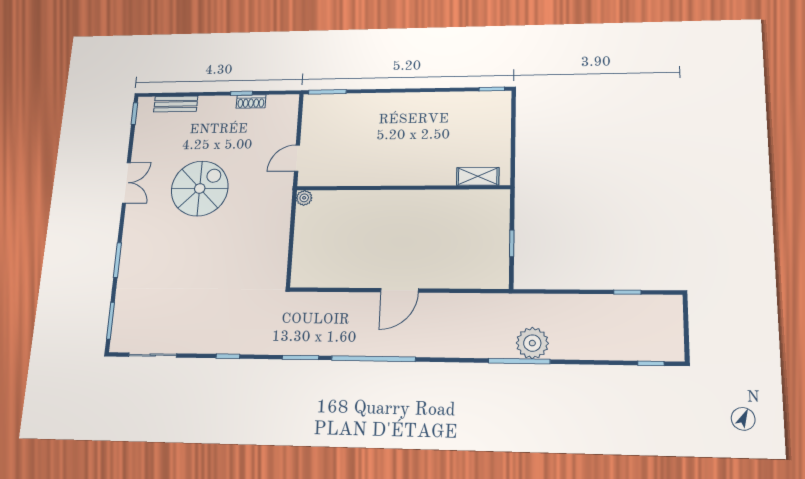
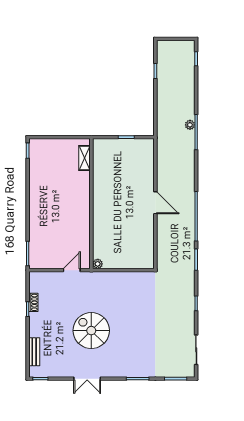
door: (297, 158) -> (72, 270), swing flipped
double door: (126, 183) -> (87, 379), swing flipped
plant: (532, 343) -> (190, 125), width x0.53, depth x0.53

